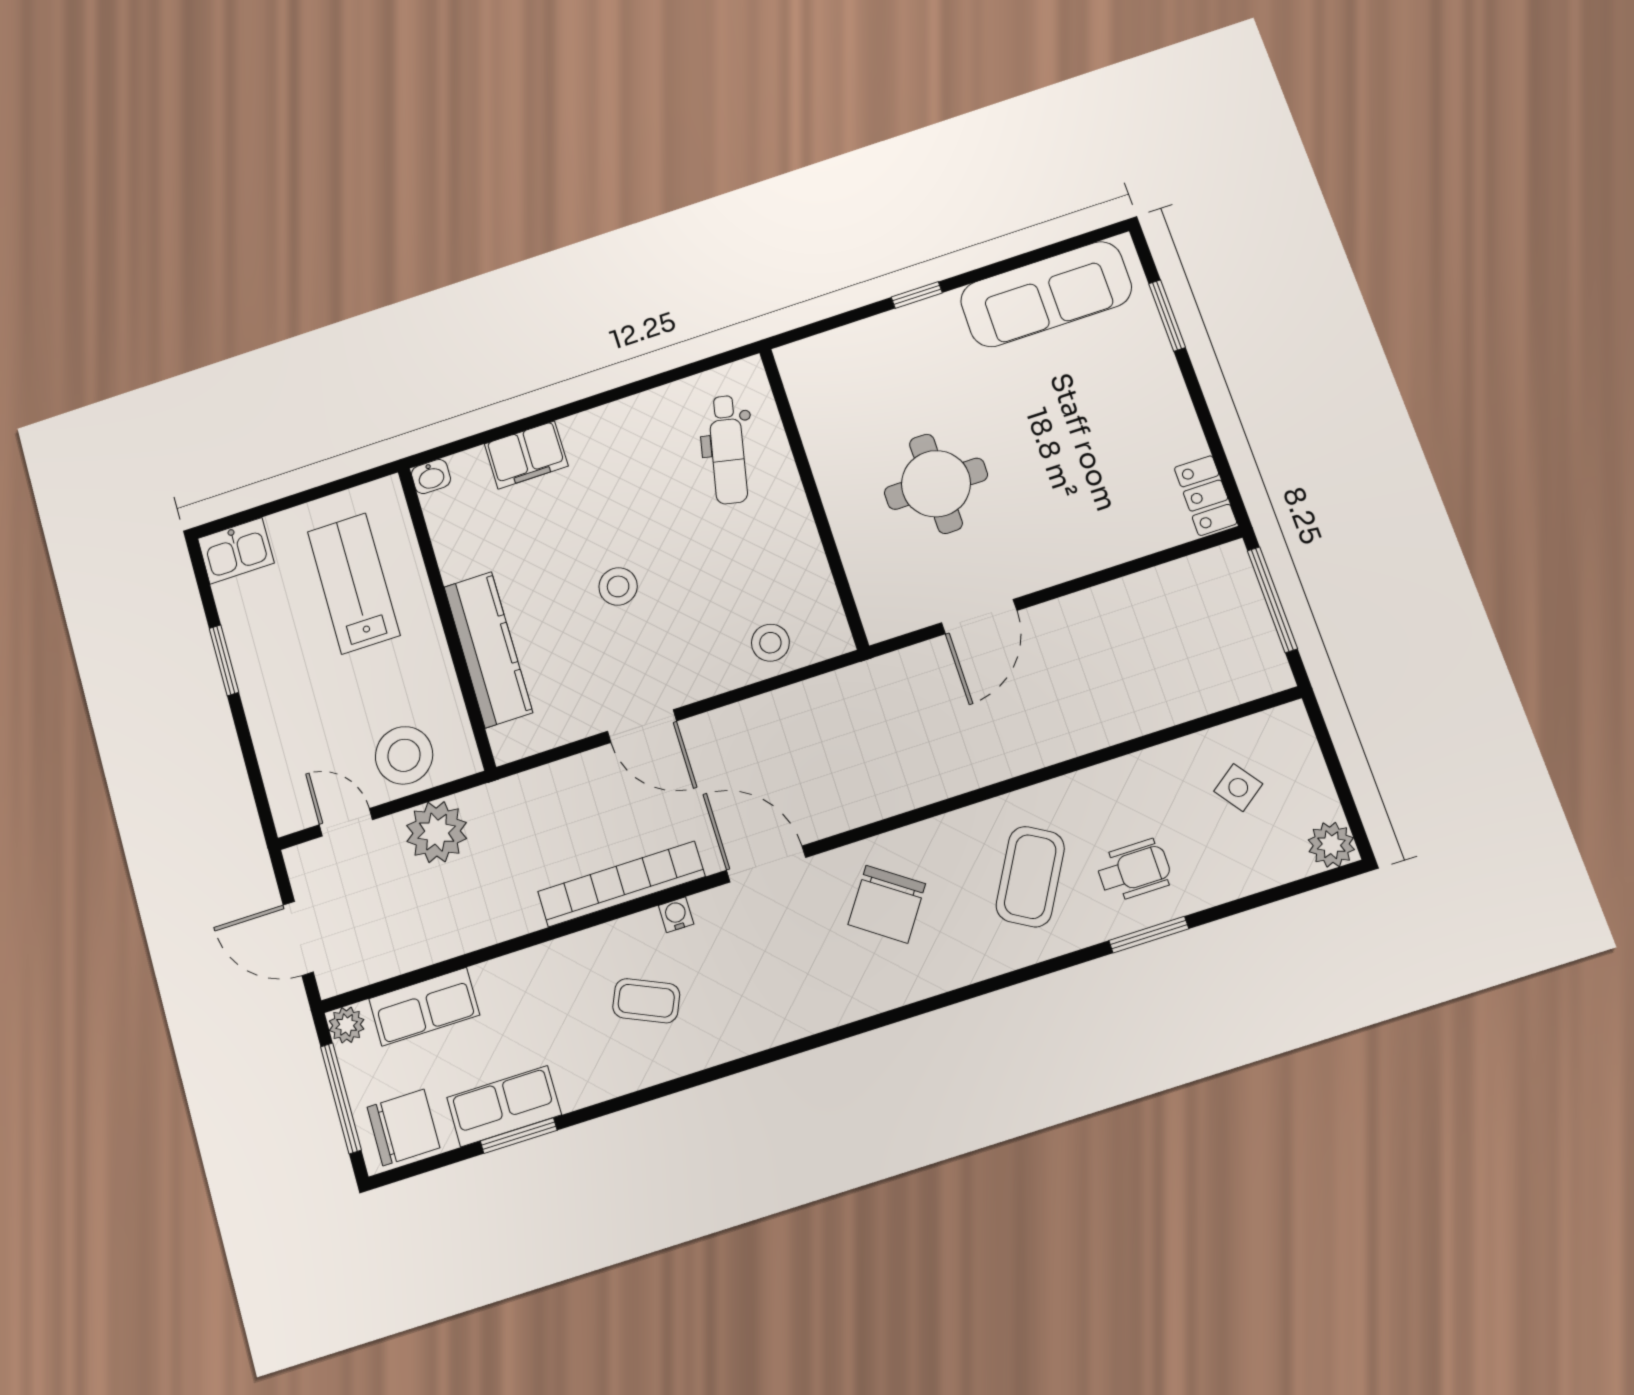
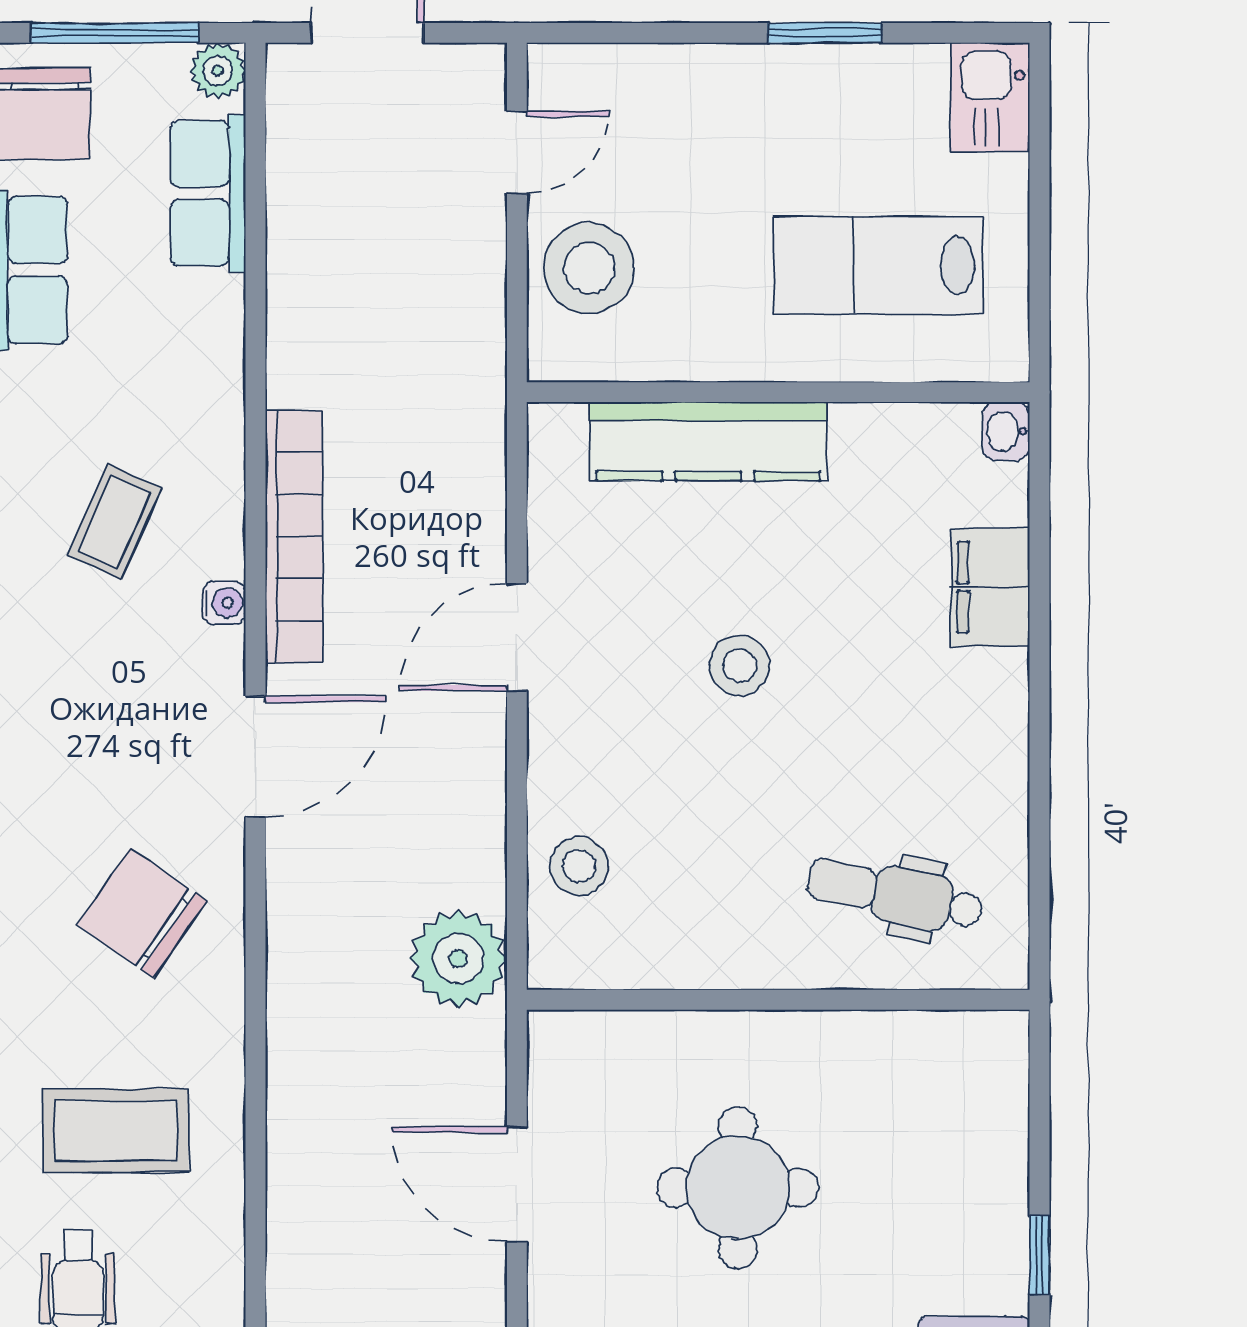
lab bench: (354, 583) -> (878, 265), turned 180
plant: (437, 832) -> (458, 959), moved
coffee table: (1030, 877) -> (116, 1131), turned -30

